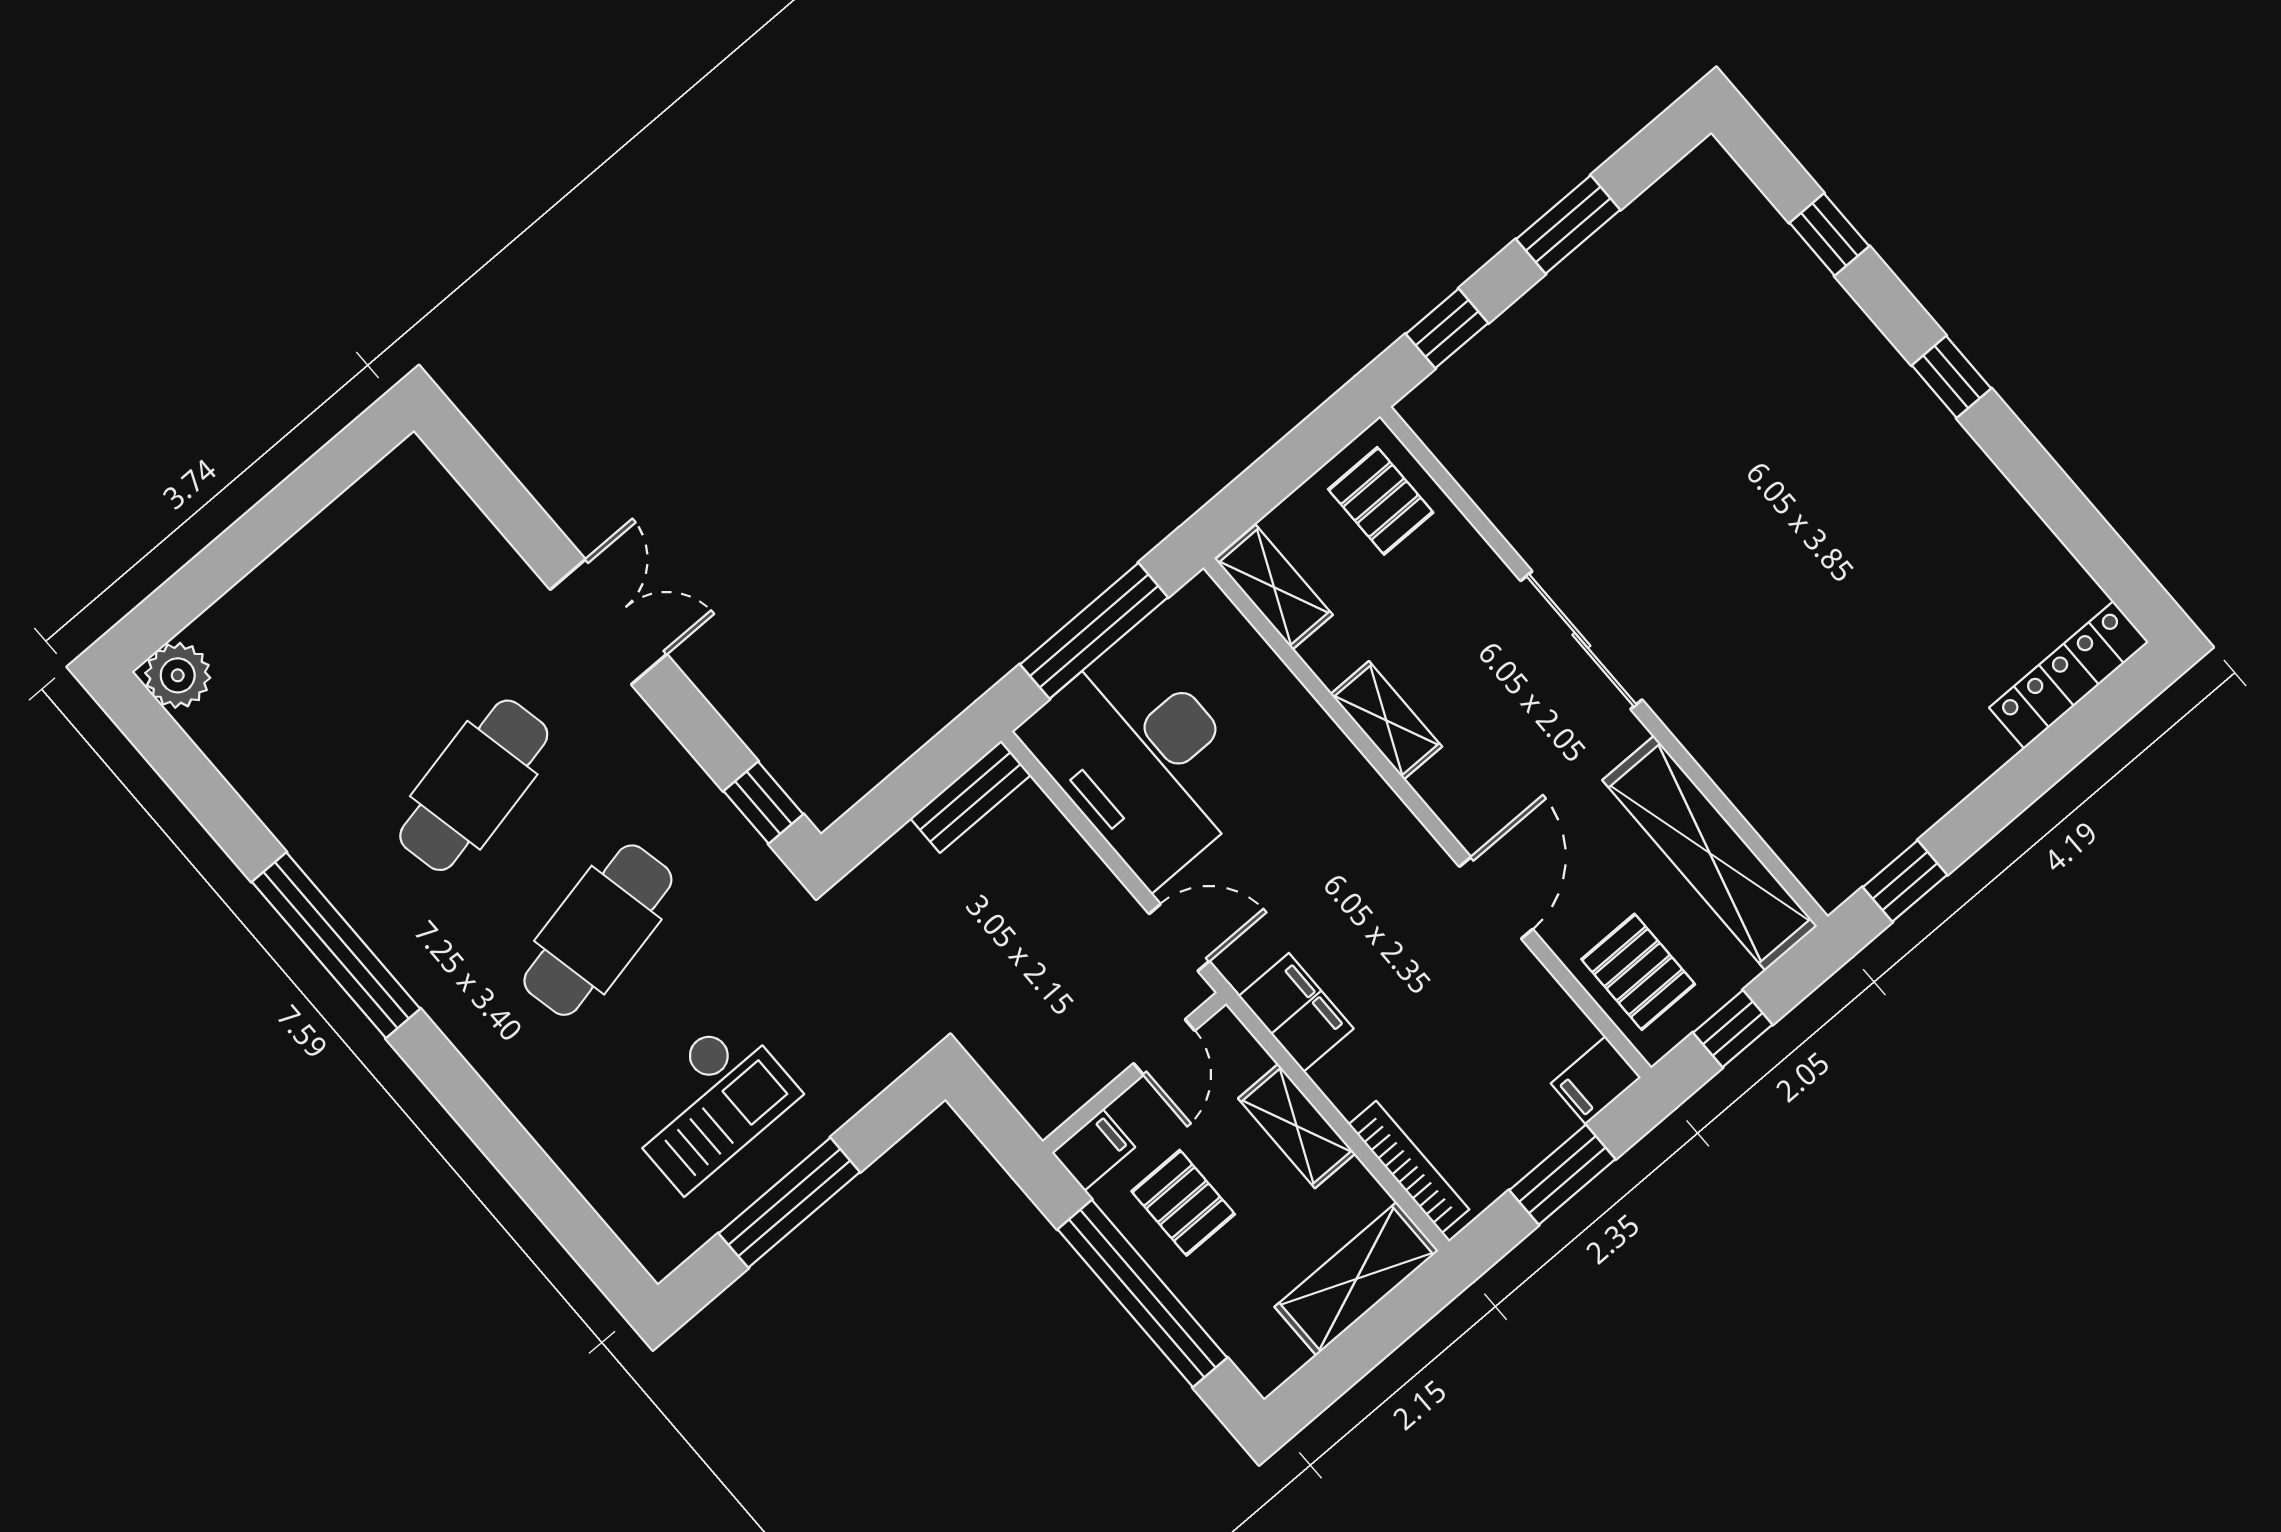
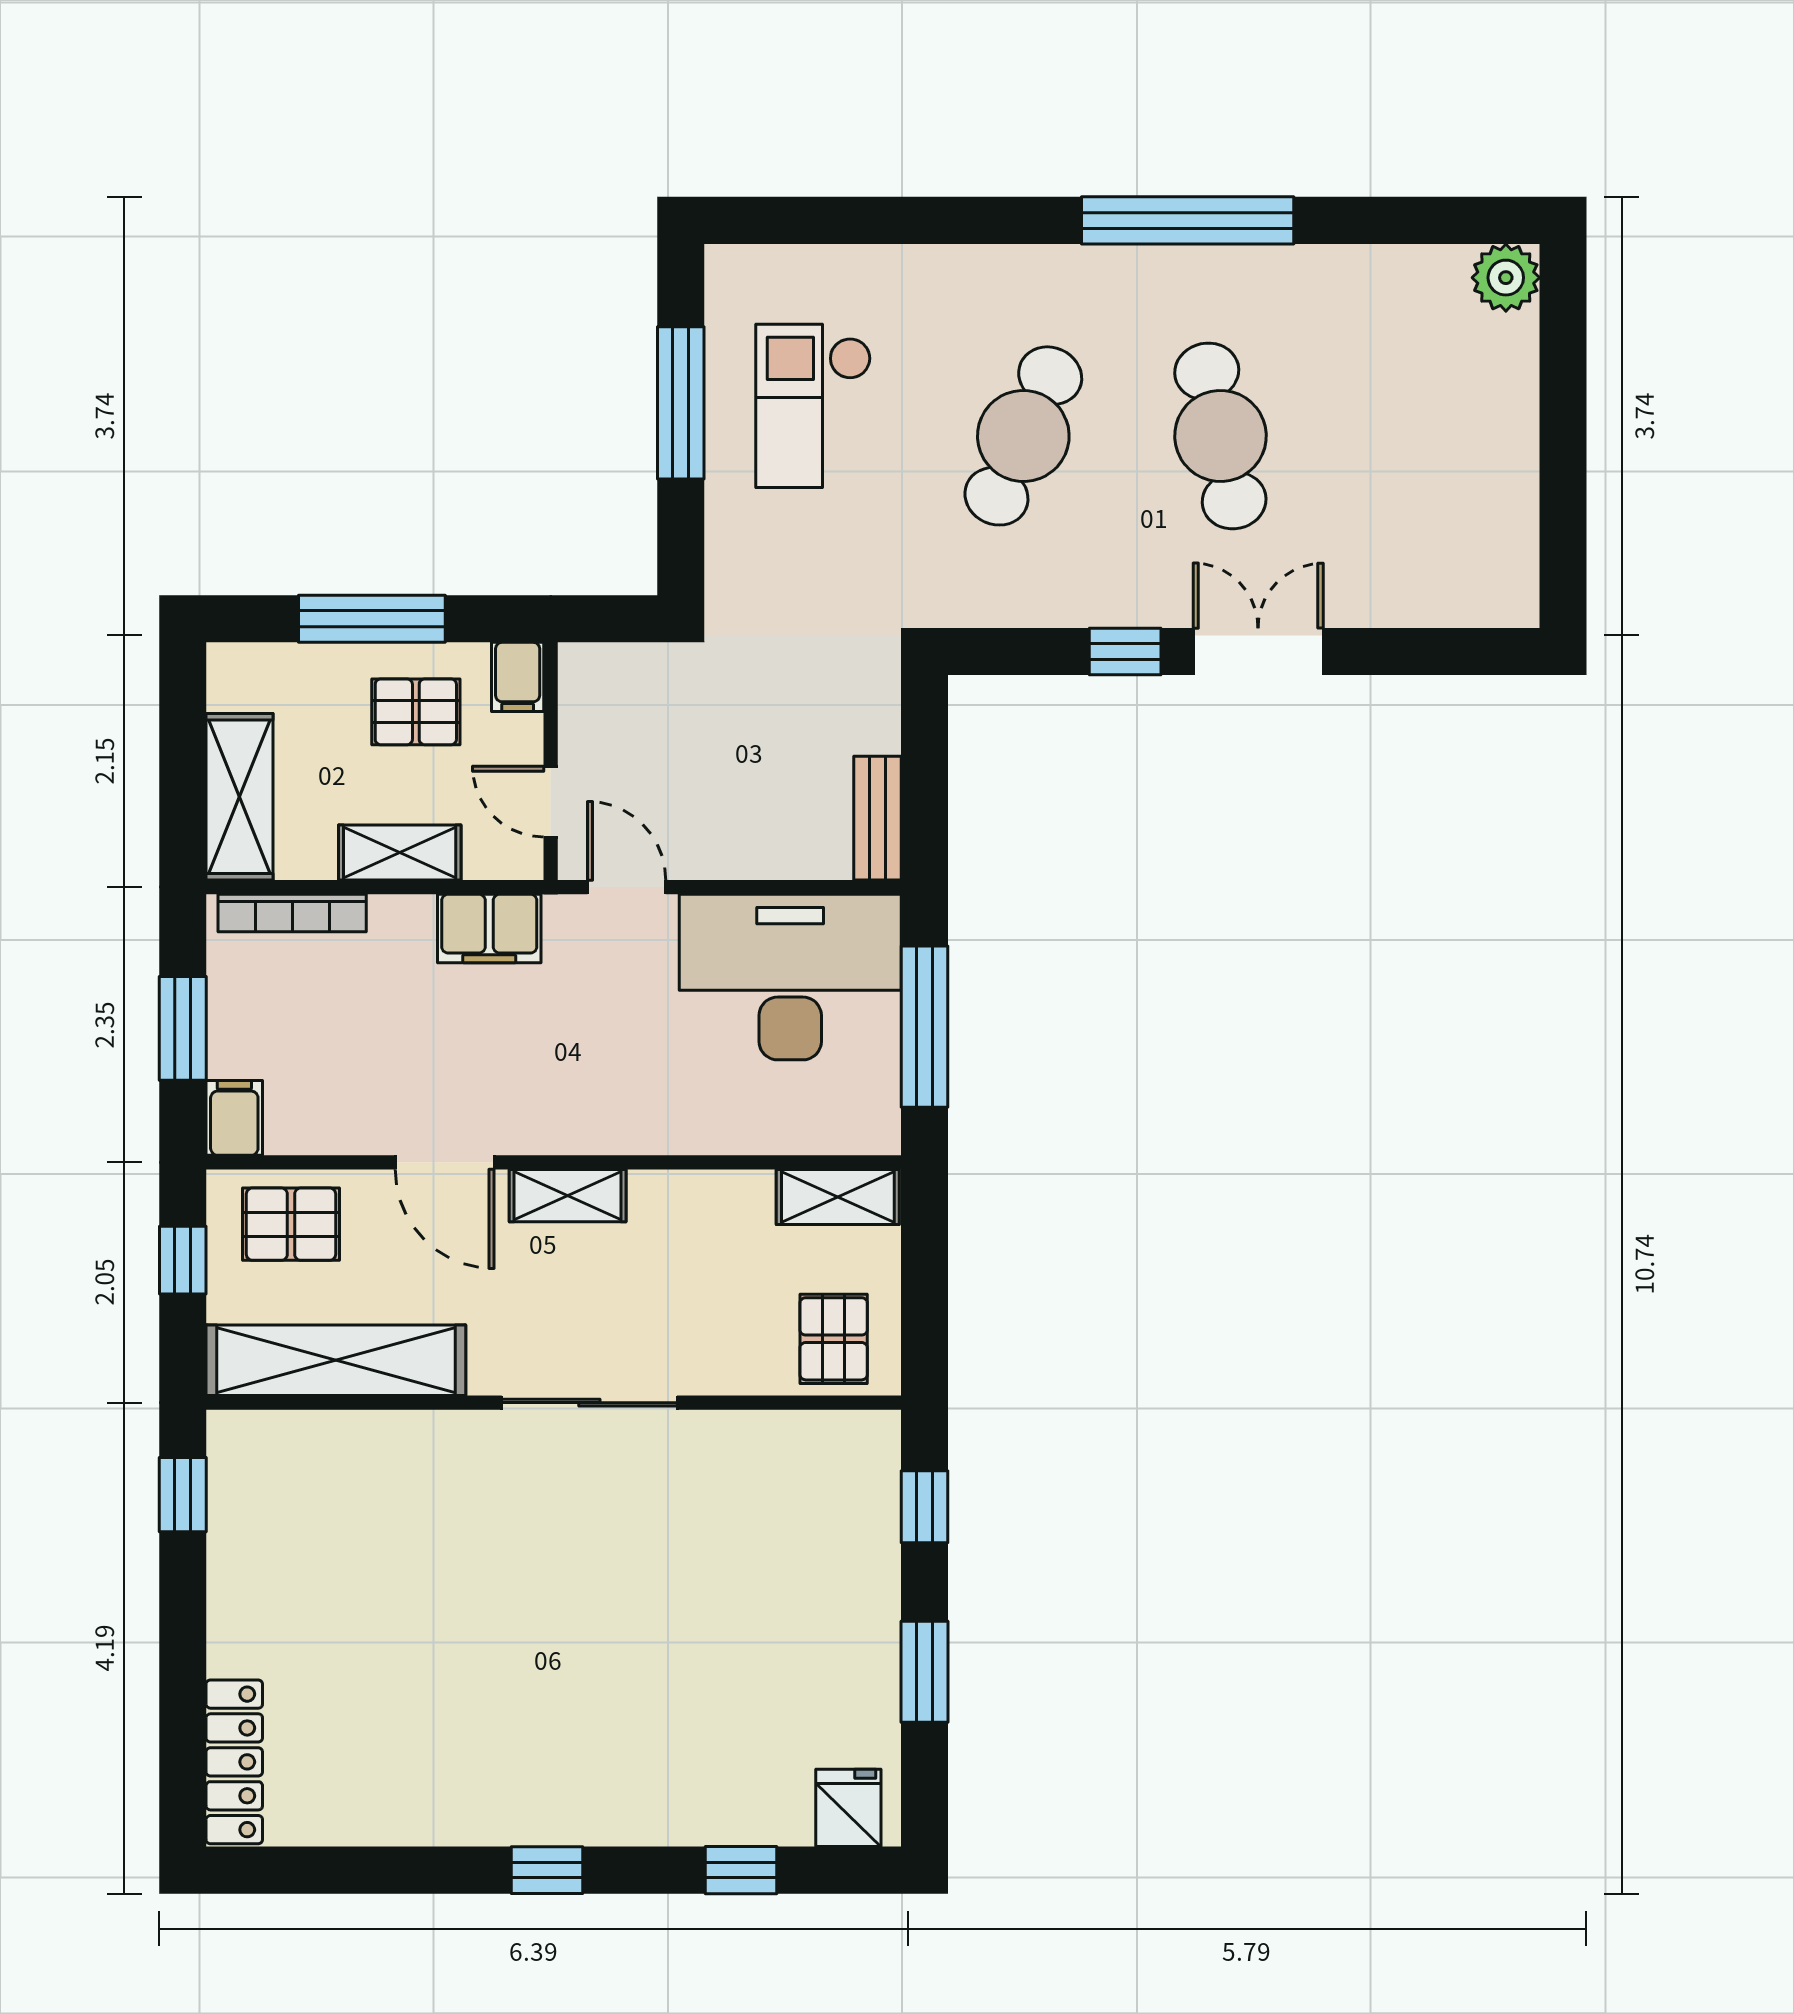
fridge: (1716, 195) -> (848, 1808), added
pallet: (1381, 501) -> (834, 1339), turned 90
double door: (608, 622) -> (1258, 652), swing flipped
shelving: (1386, 720) -> (568, 1196), moved
window: (763, 803) -> (1125, 652), moved
cafe table: (598, 930) -> (1023, 436), turned 36
door: (1179, 938) -> (627, 887), swing flipped
window: (1142, 1294) -> (372, 619), width x0.68

